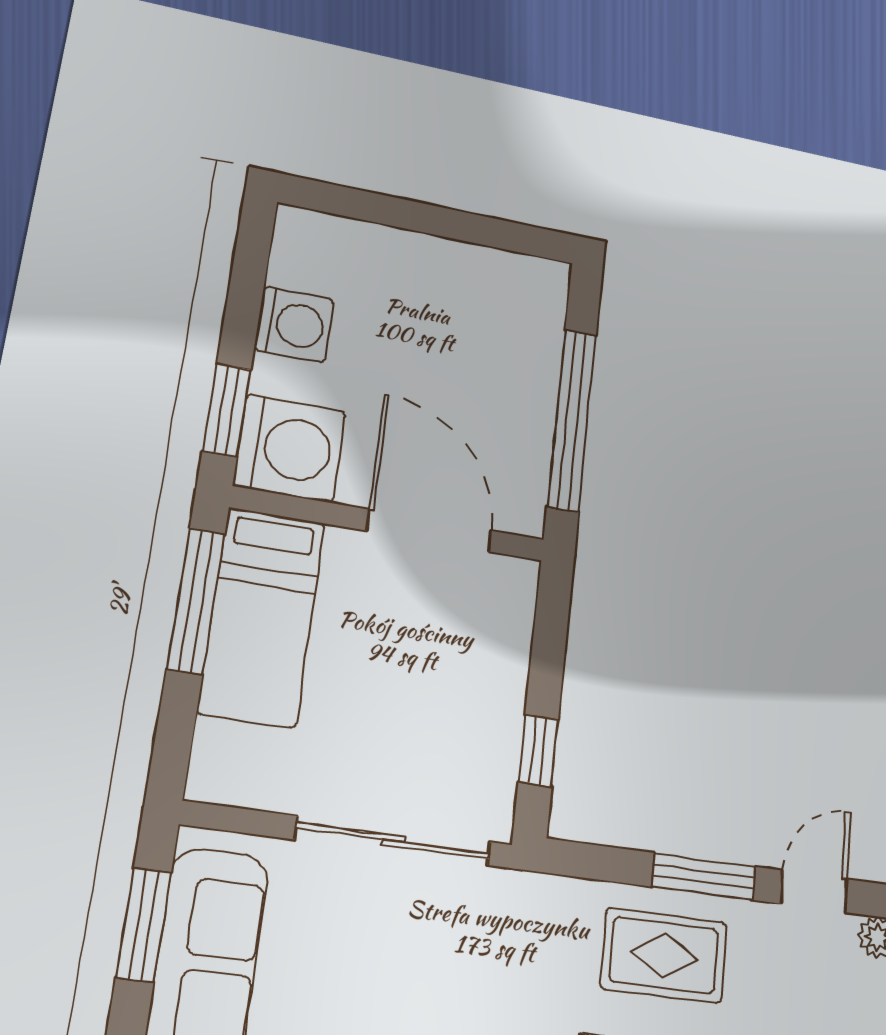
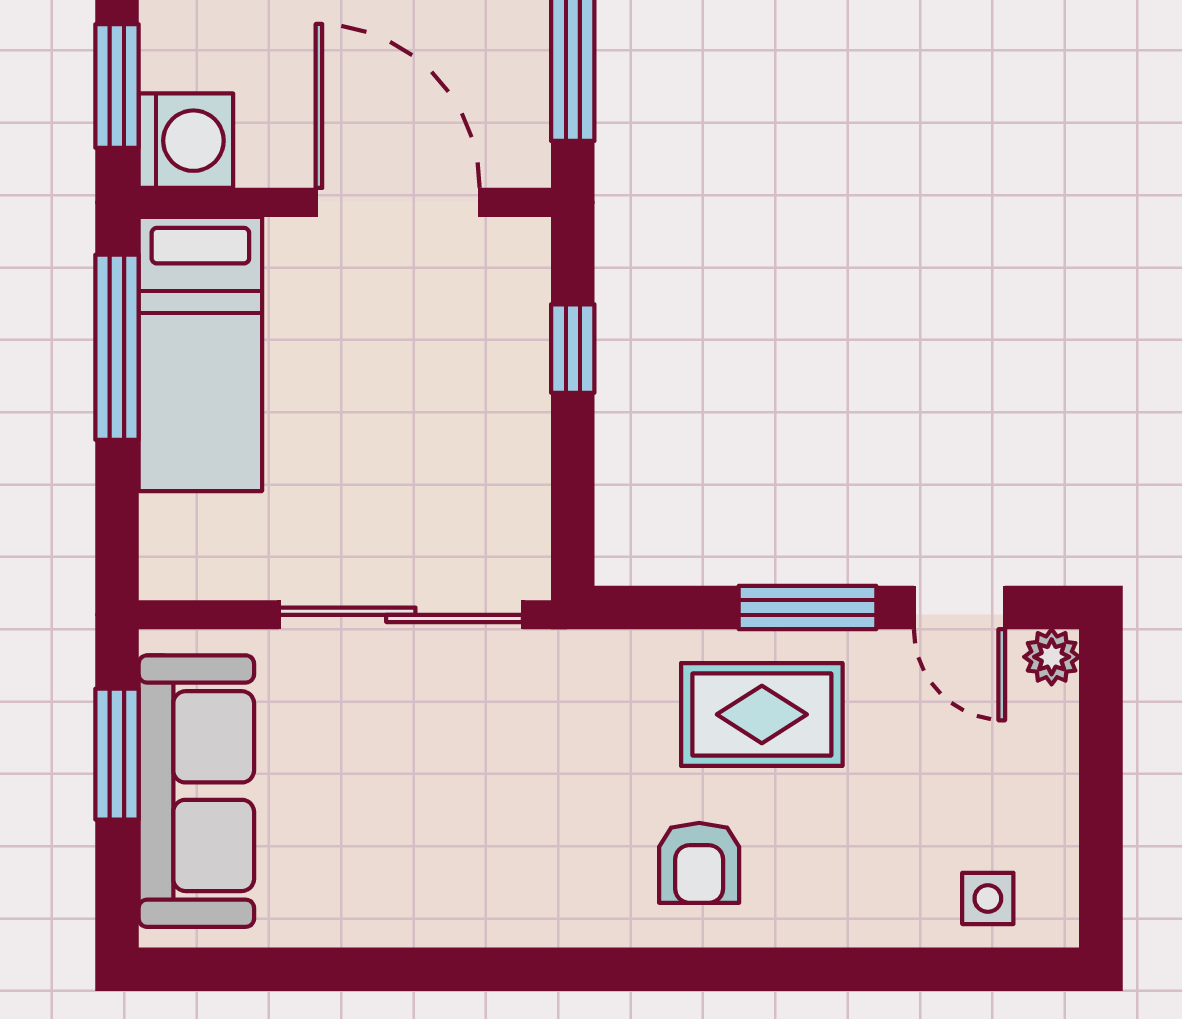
washing machine: (289, 448) -> (186, 141), width x0.73, depth x0.73
window: (538, 751) -> (573, 349), moved
door: (814, 891) -> (959, 608), swing flipped

